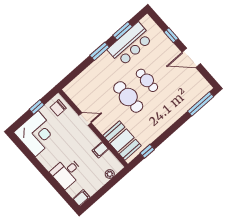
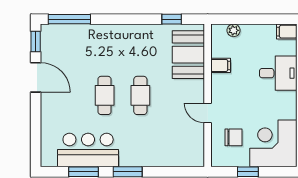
window: (171, 35) -> (36, 42), moved
cafe table: (128, 97) -> (140, 95), width x0.73, depth x0.74
chair: (58, 108) -> (234, 137), moved

